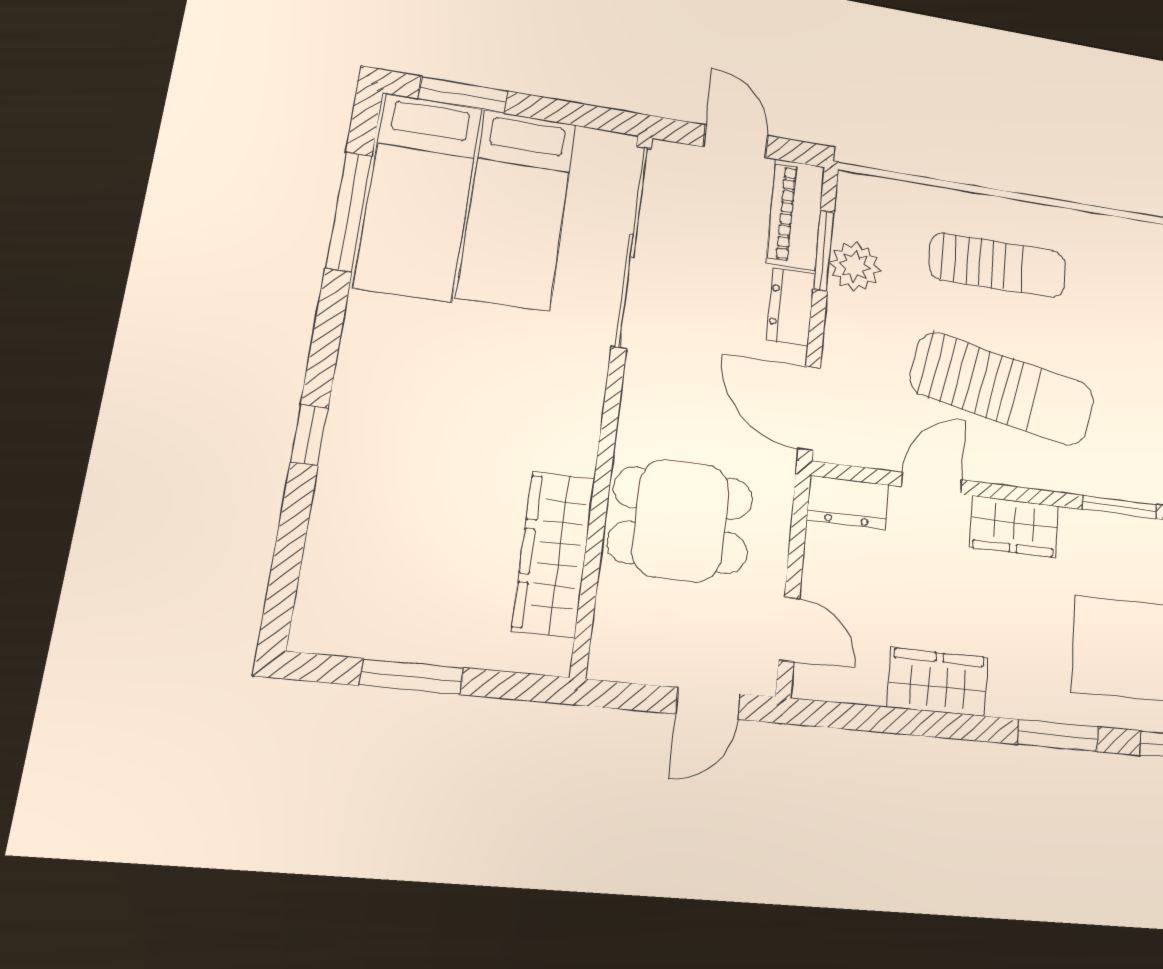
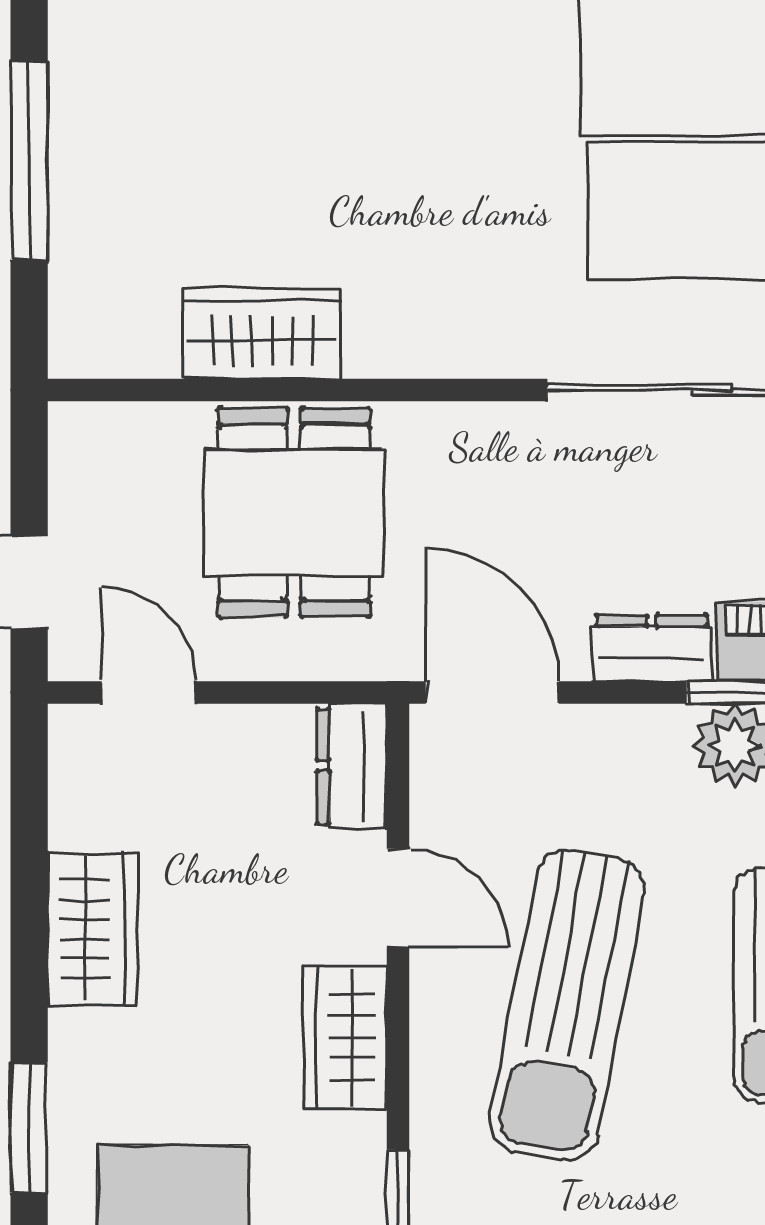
door: (809, 408) -> (492, 692), hinge flipped
wardrobe: (554, 554) -> (262, 333), width x0.67
door: (789, 629) -> (149, 692), swing flipped
window: (412, 677) -> (29, 161), width x1.44

